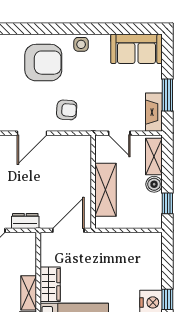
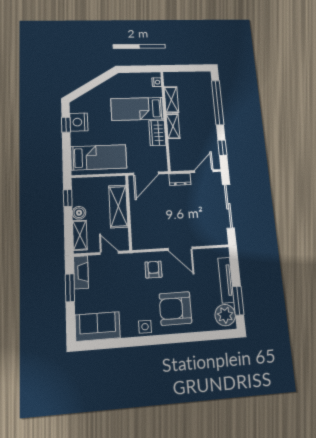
armchair: (67, 110) -> (153, 270), turned 86
door: (32, 133) -> (180, 249), swing flipped
bed: (127, 254) -> (99, 157), added

